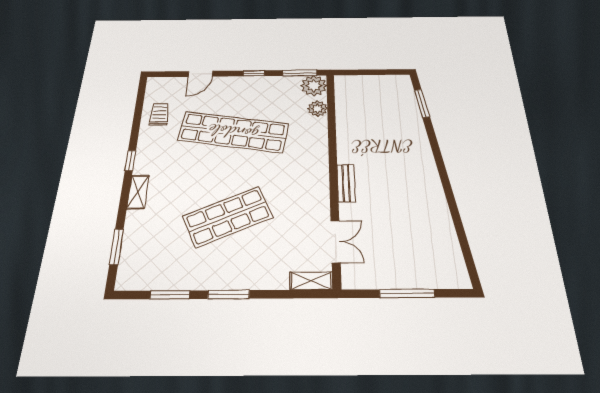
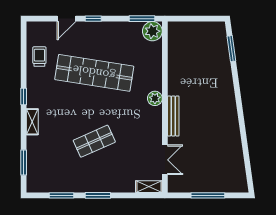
window: (254, 73) -> (93, 19), moved
plant: (317, 109) -> (155, 98), moved
bench: (346, 183) -> (173, 116), width x1.36
shop shelf: (228, 217) -> (94, 141), width x0.70, depth x0.74

